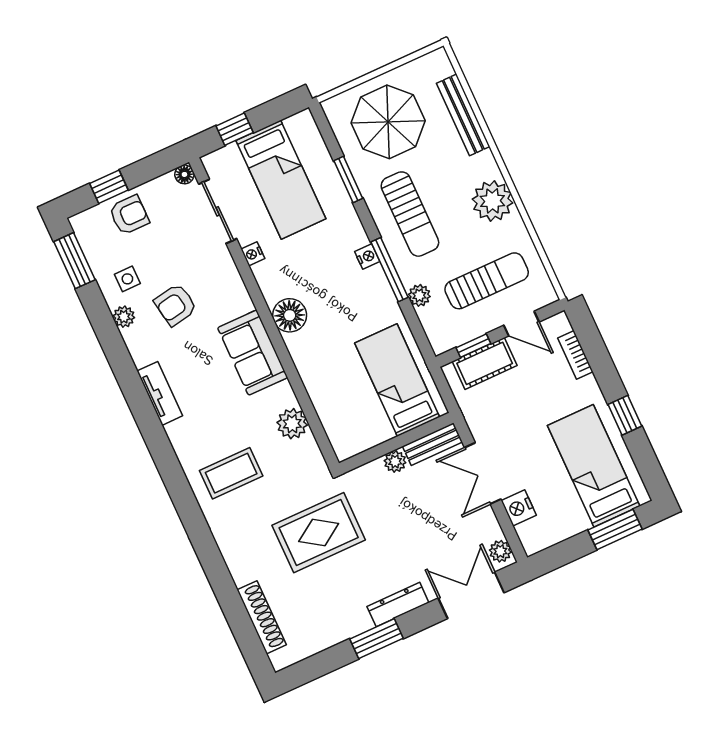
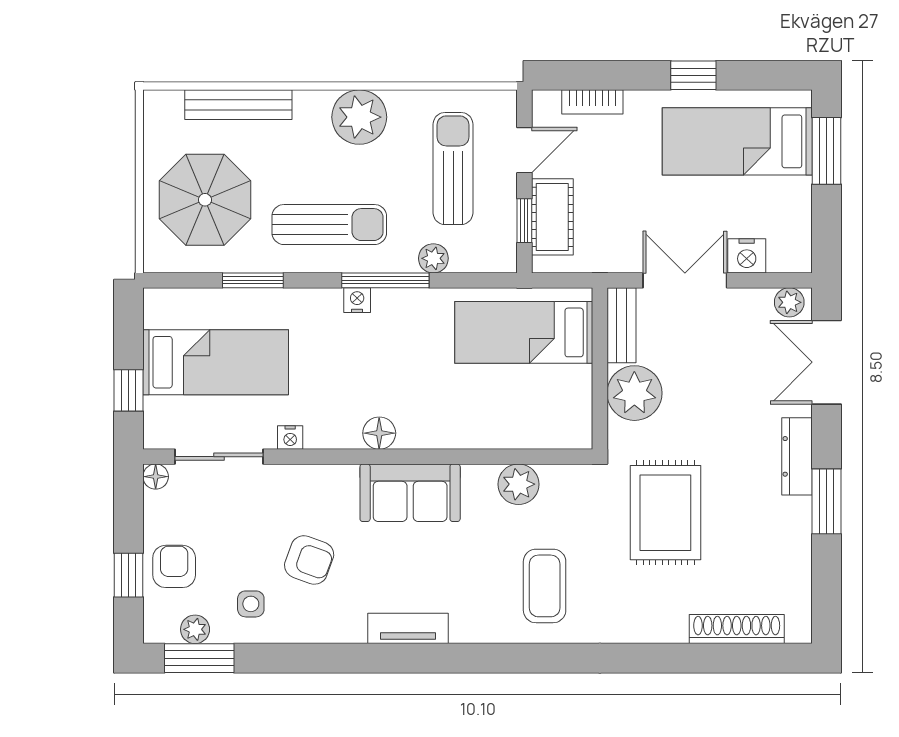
armchair: (175, 305) -> (309, 560), turned -60
floor lamp: (290, 315) -> (379, 433), width x0.73, depth x0.73
plant: (124, 317) -> (195, 629), moved
plant: (395, 462) -> (634, 393), width x1.87, depth x1.87
double door: (483, 473) -> (685, 280), swing flipped

